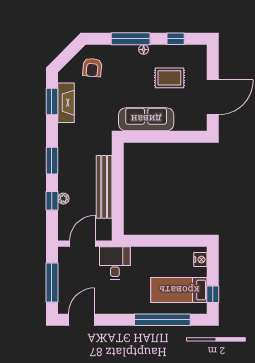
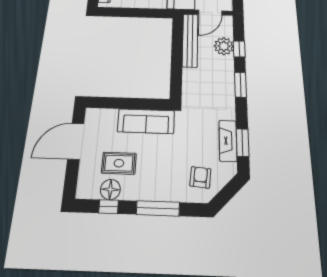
floor lamp: (144, 50) -> (110, 190), moved, width x1.89, depth x1.89
bench: (104, 187) -> (190, 40), moved
plant: (63, 199) -> (224, 46), width x1.88, depth x1.88

